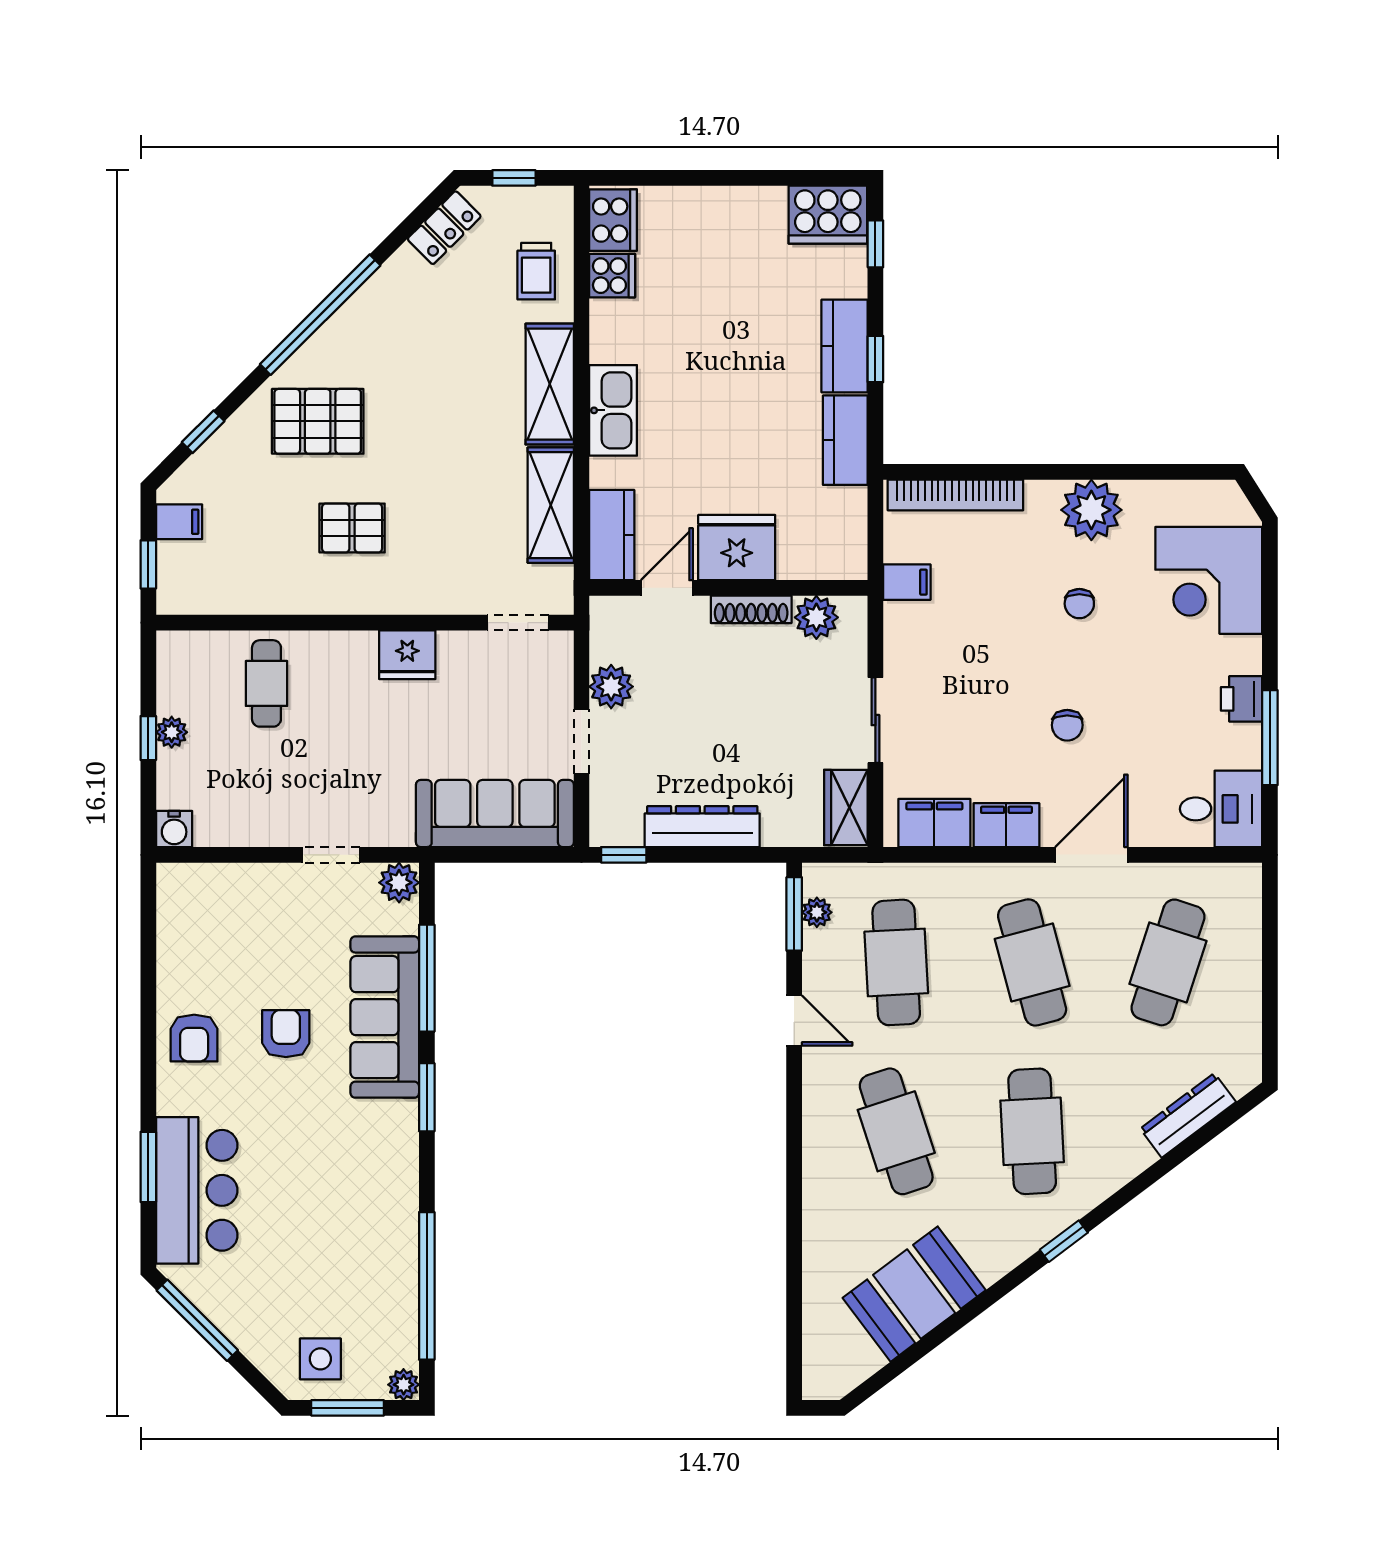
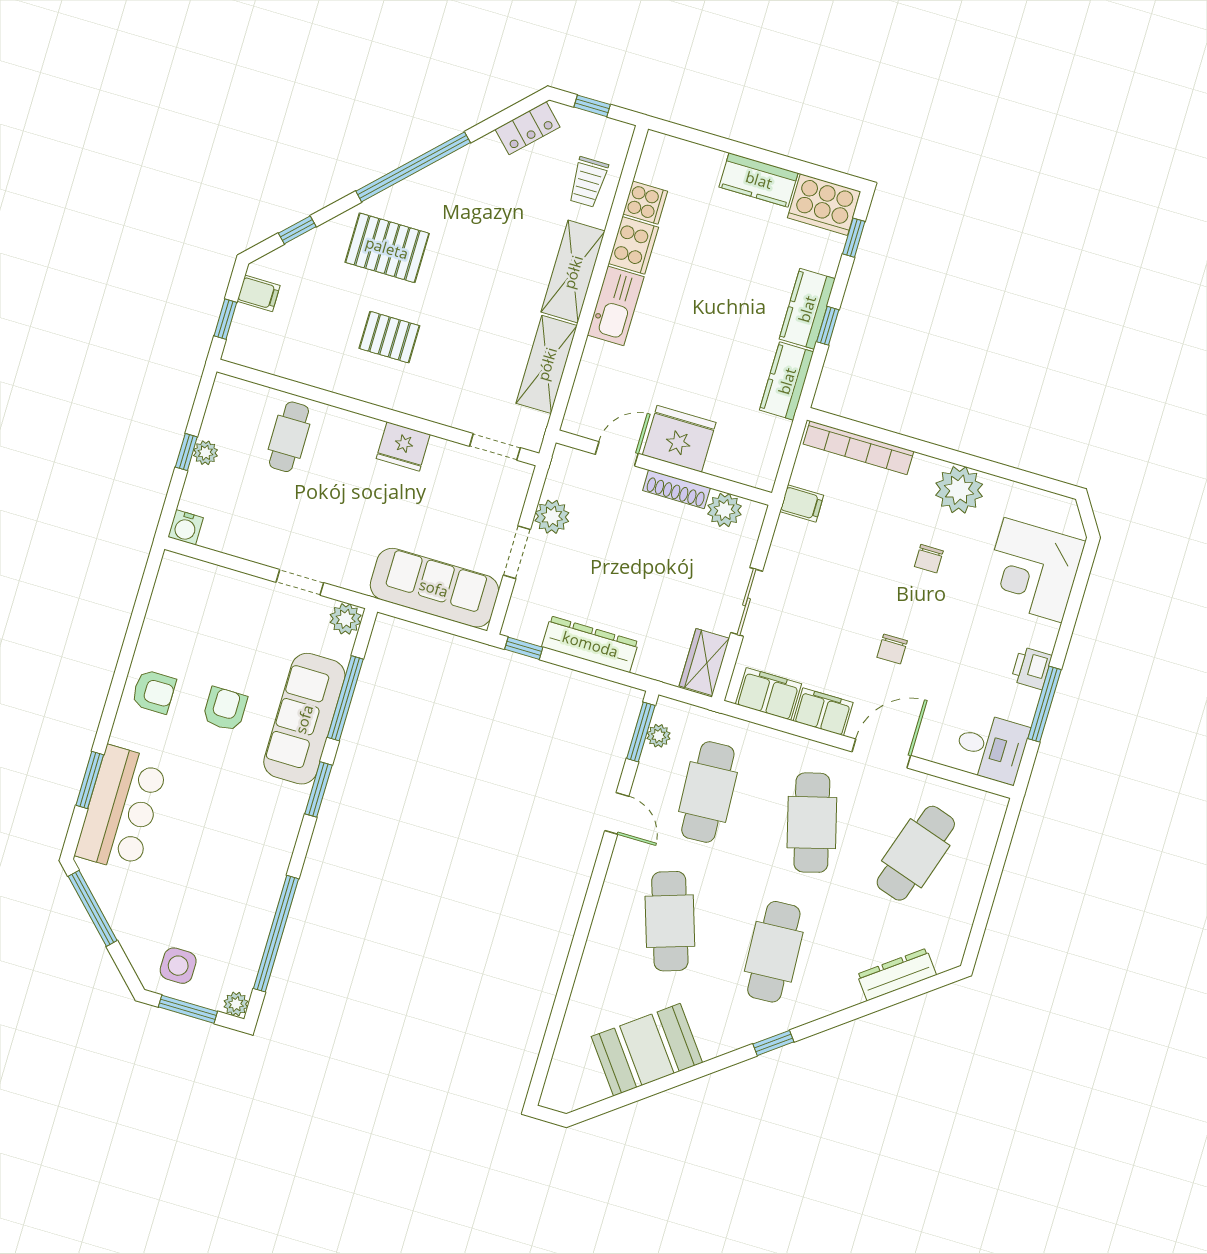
cooker: (613, 220) -> (633, 245), moved
kitchen counter: (612, 535) -> (759, 180), moved, turned 90
armchair: (194, 1038) -> (154, 692), turned -90

